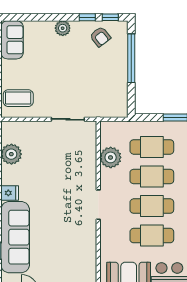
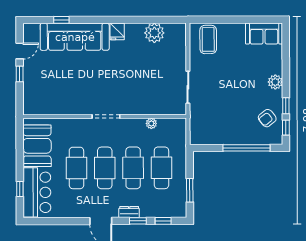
plant: (111, 157) -> (151, 123), width x0.53, depth x0.53

